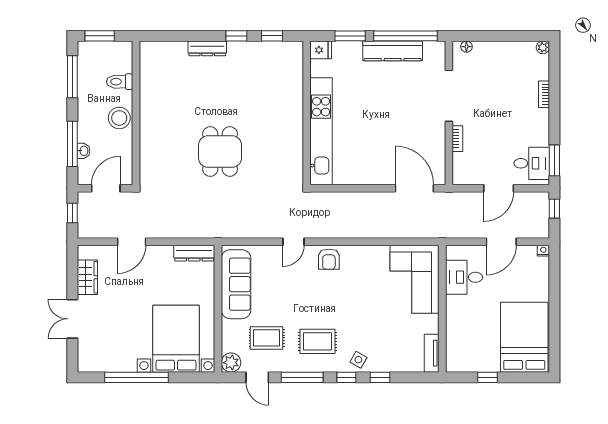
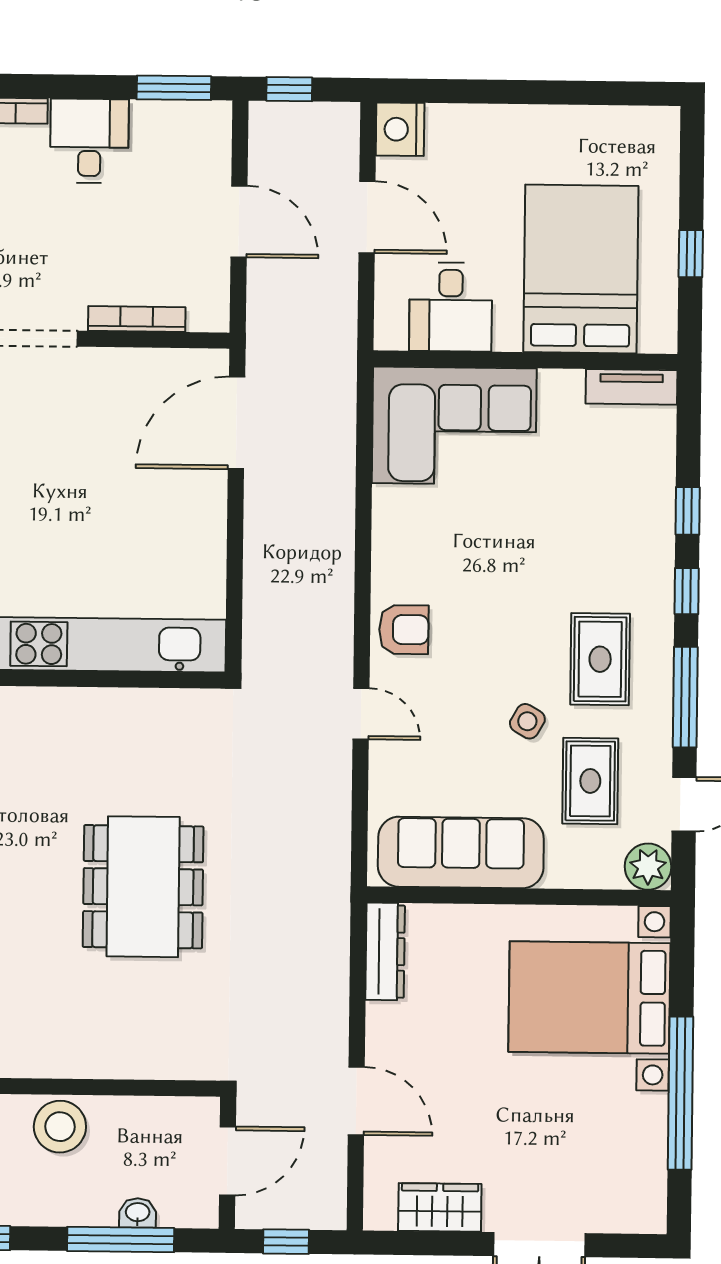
bookcase: (457, 139) -> (137, 319), width x1.56
dining table: (220, 152) -> (143, 887), width x1.37
desk: (532, 163) -> (89, 141), moved
door: (106, 188) -> (227, 1161), swing flipped
nightstand: (543, 251) -> (400, 129), width x1.89, depth x1.79
bed: (524, 337) -> (581, 269), moved, turned 90
side table: (358, 360) -> (527, 721), moved

